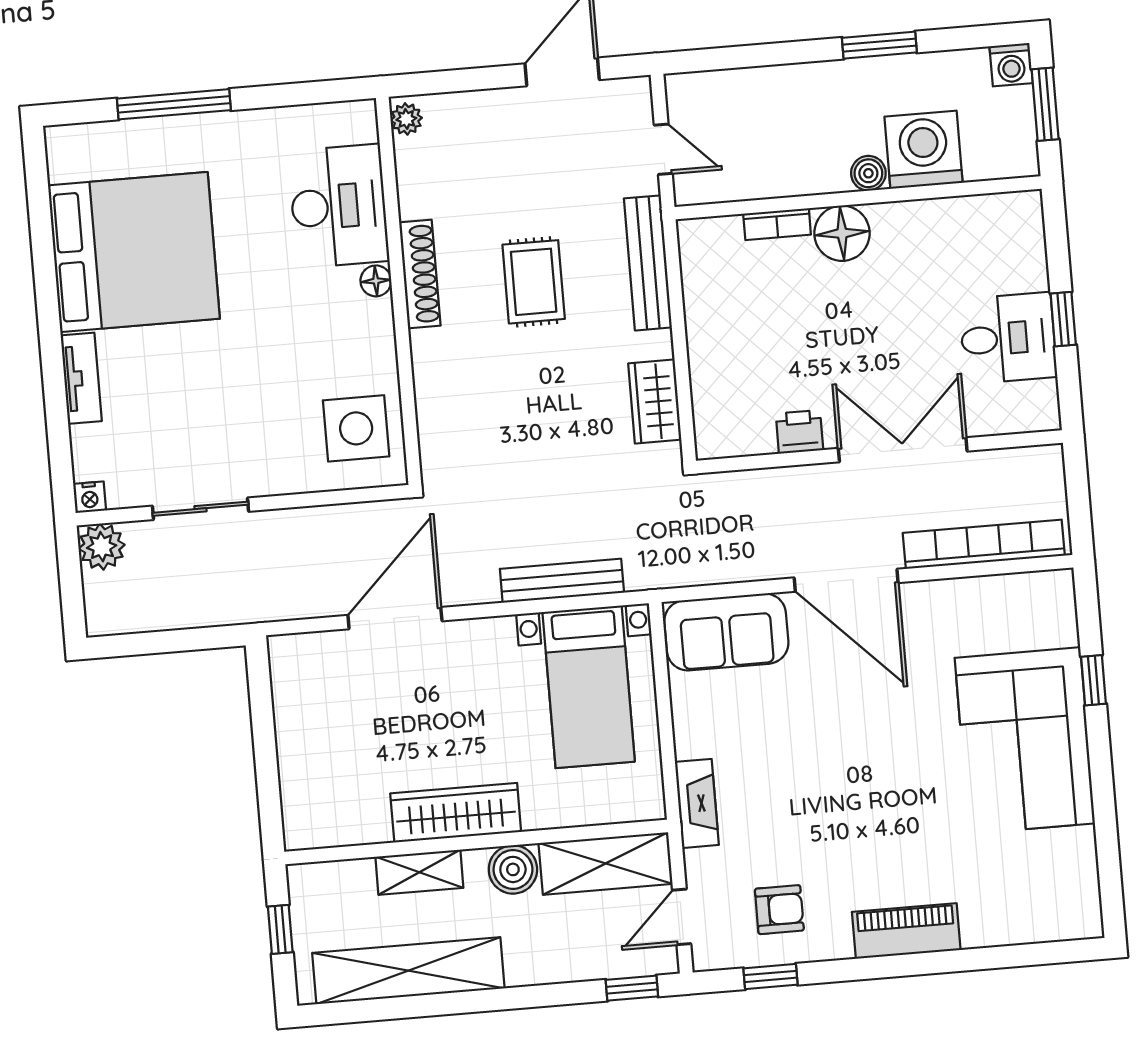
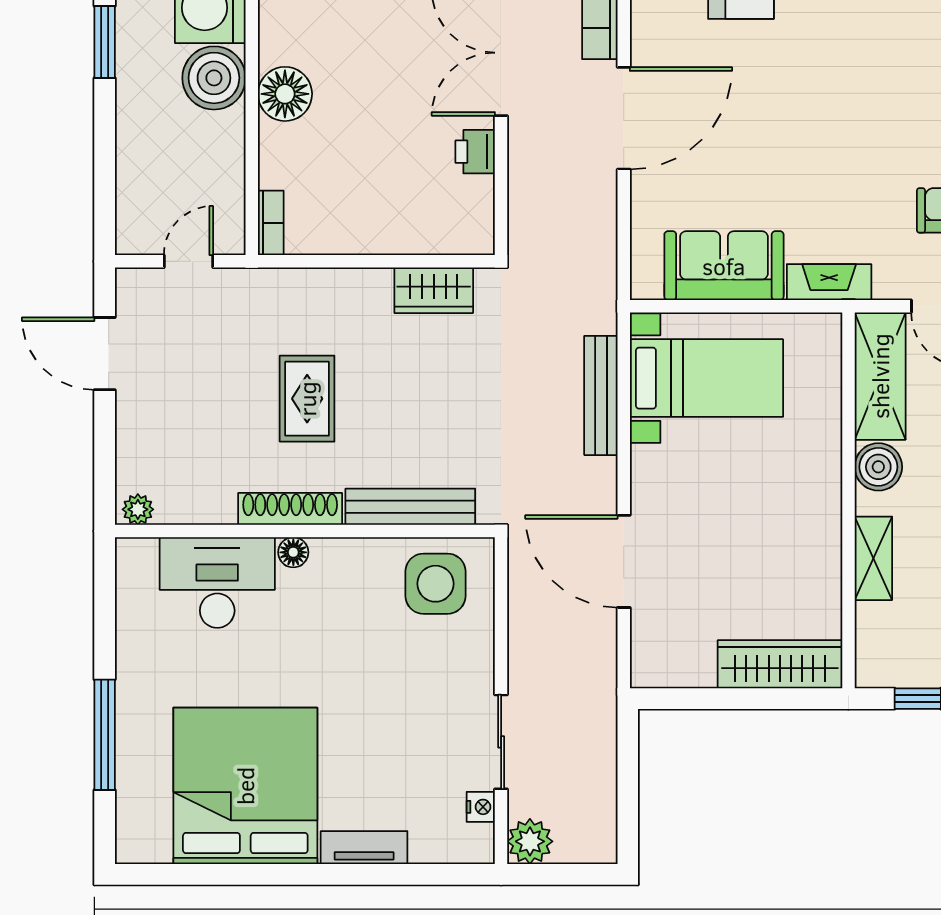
boiler: (868, 173) -> (214, 78), width x1.86, depth x1.86
bookcase: (777, 224) -> (271, 223), moved
bench: (648, 263) -> (410, 507), moved
rug: (534, 282) -> (307, 399), turned 90
nightstand: (90, 497) -> (481, 807), moved
sofa: (726, 632) -> (724, 266), moved, turned -90
wardrobe: (456, 813) -> (780, 664), moved, turned 90

